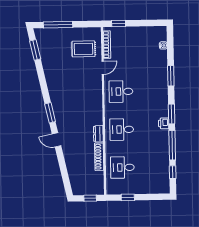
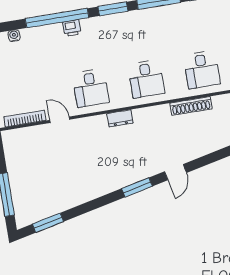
rug: (83, 49) -> (36, 152), removed
window: (171, 76) -> (57, 18), width x2.11
printer: (164, 123) -> (72, 28), moved
dresser: (98, 134) -> (120, 118), moved

